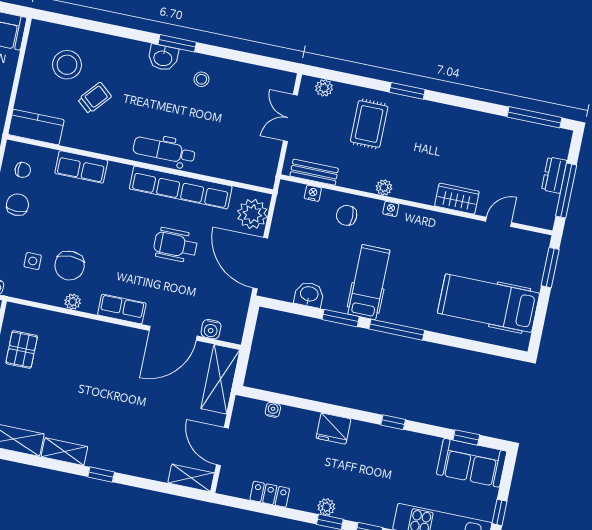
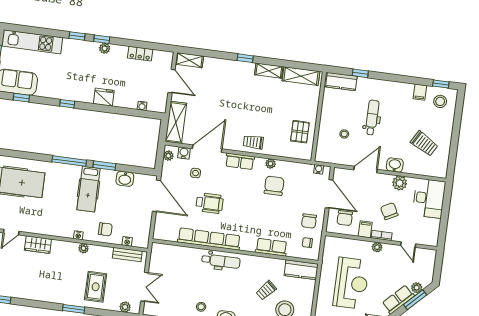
plant: (252, 214) -> (168, 156), moved, width x0.53, depth x0.53
side table: (33, 261) -> (196, 173), moved
trolley: (98, 338) -> (253, 142), added

